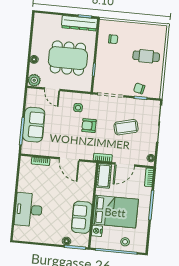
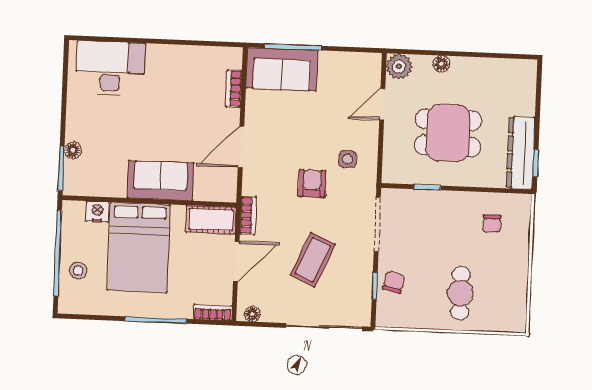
dining table: (68, 58) -> (448, 133), width x0.73
sofa: (34, 125) -> (282, 69), moved
coffee table: (126, 127) -> (313, 260), turned 38
door: (125, 165) -> (236, 261), swing flipped
desk: (29, 210) -> (110, 68), moved
sofa: (82, 217) -> (161, 181), moved

